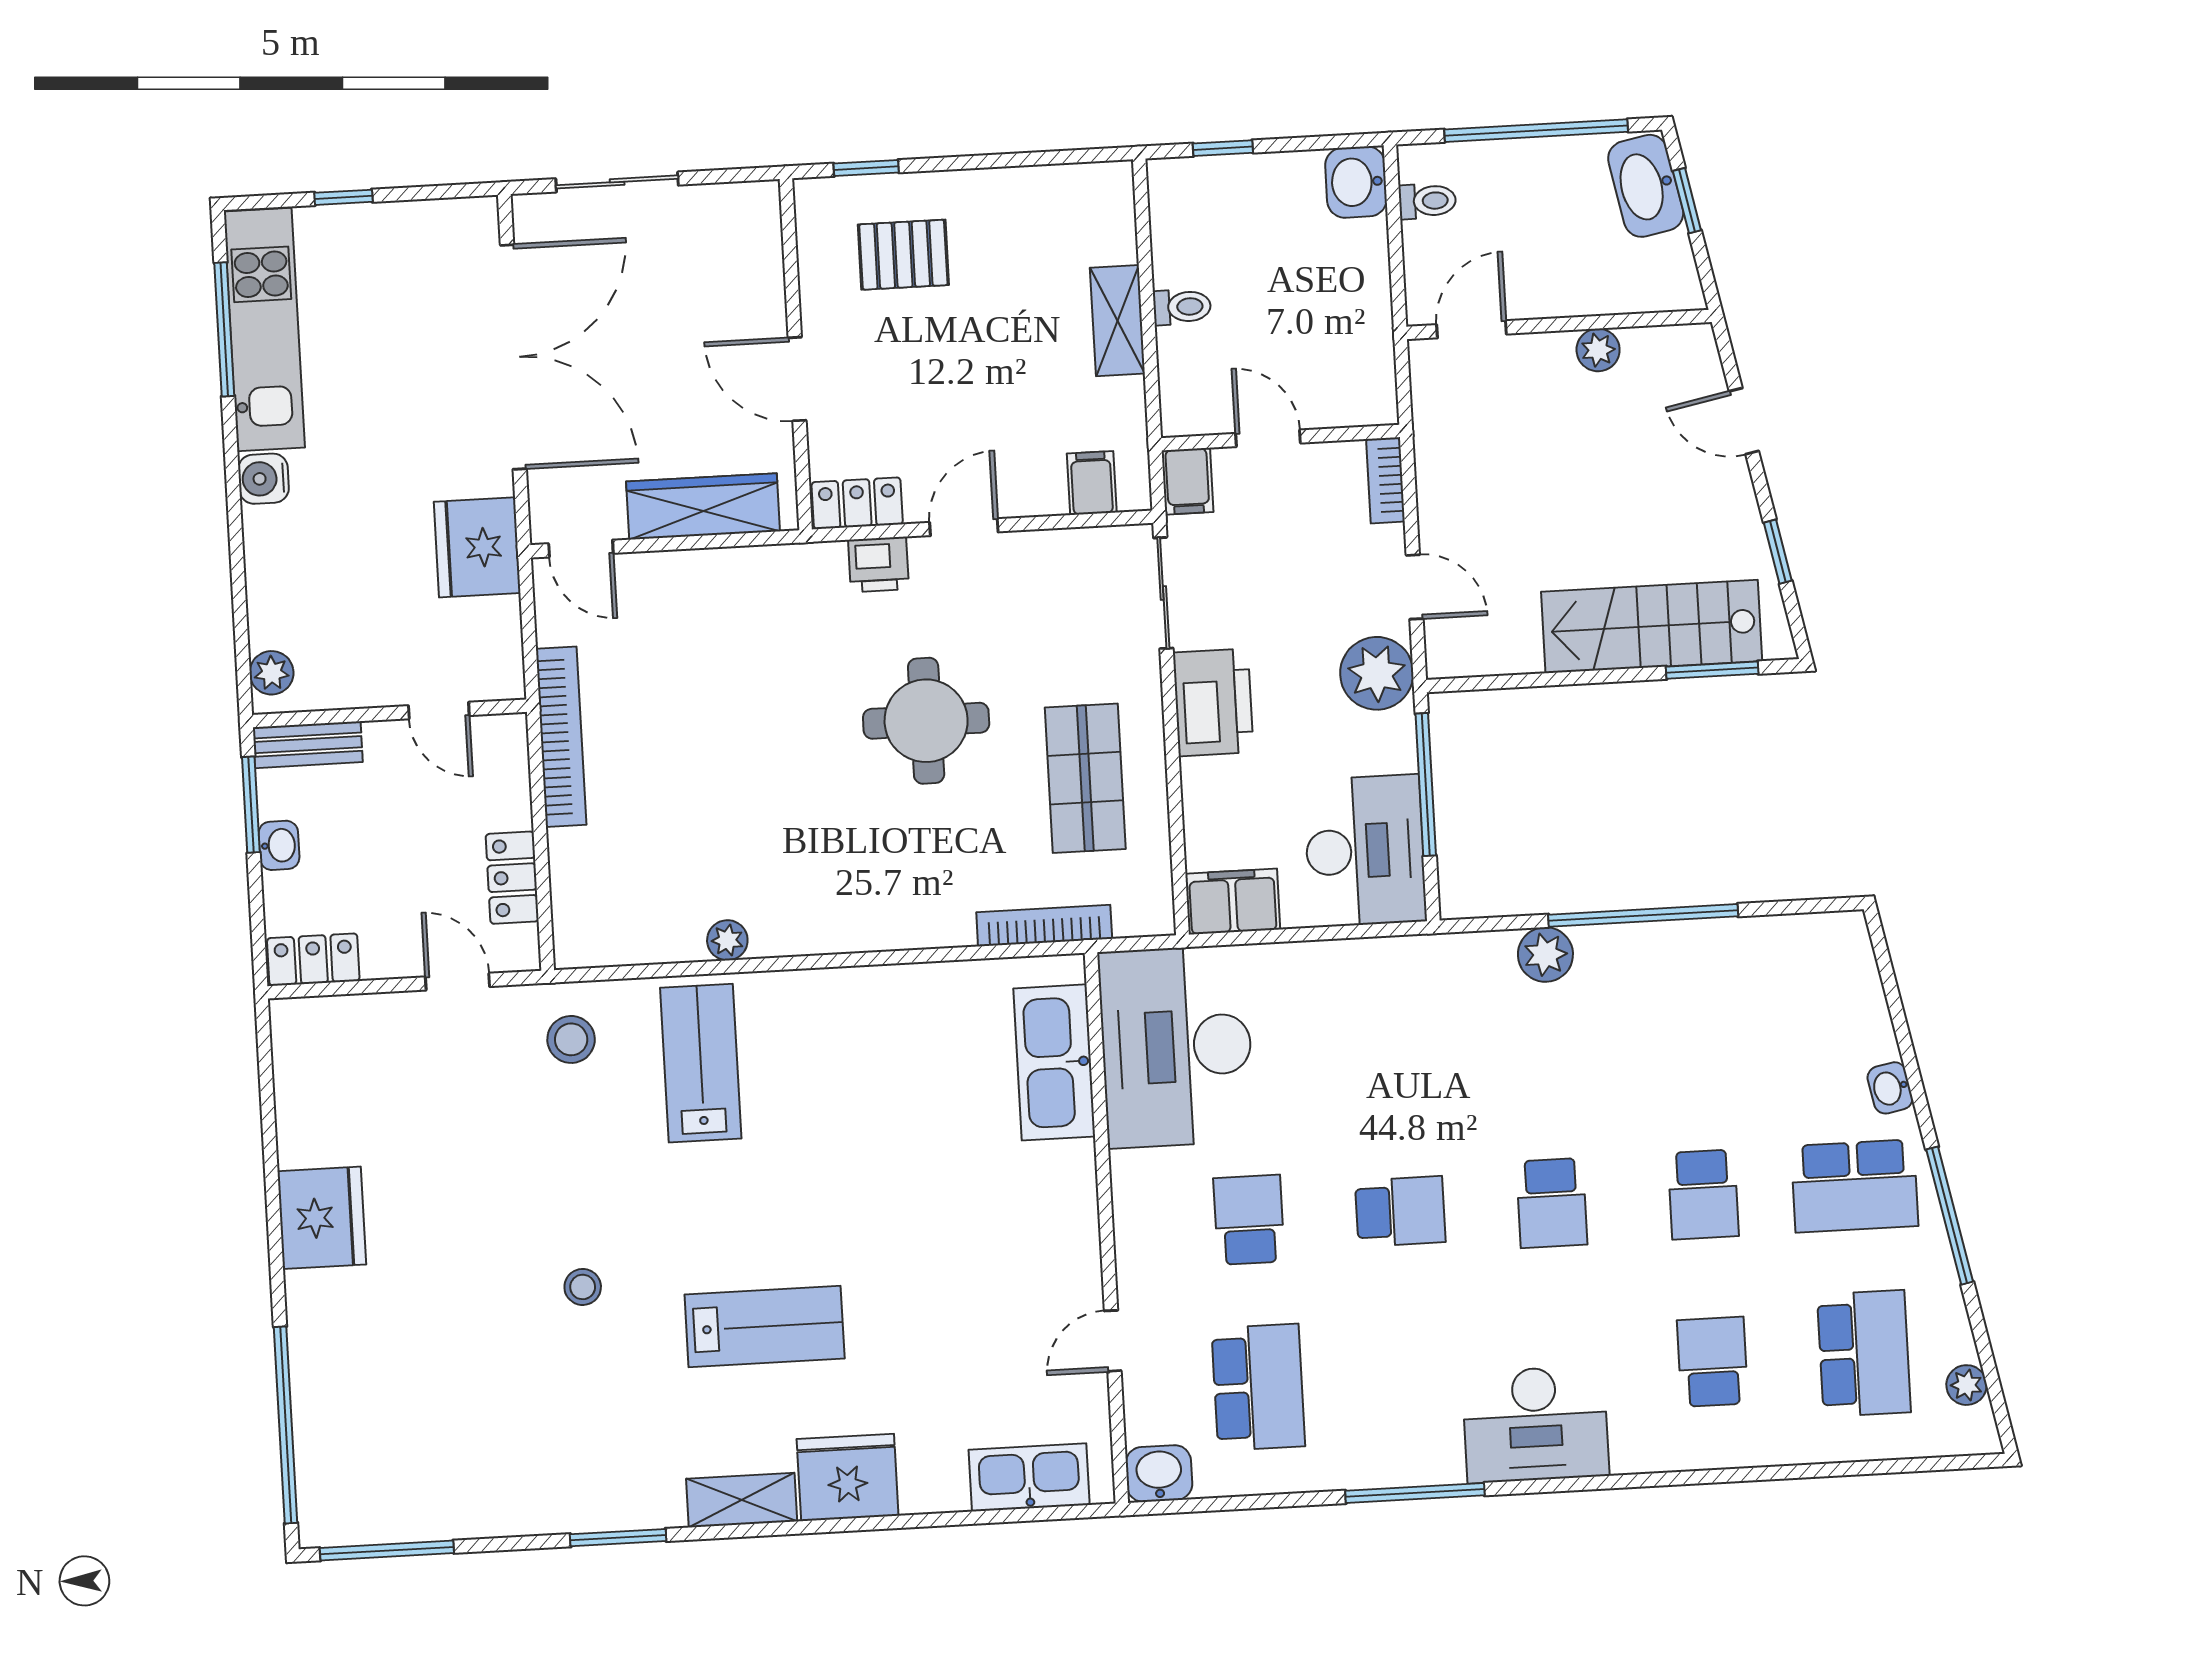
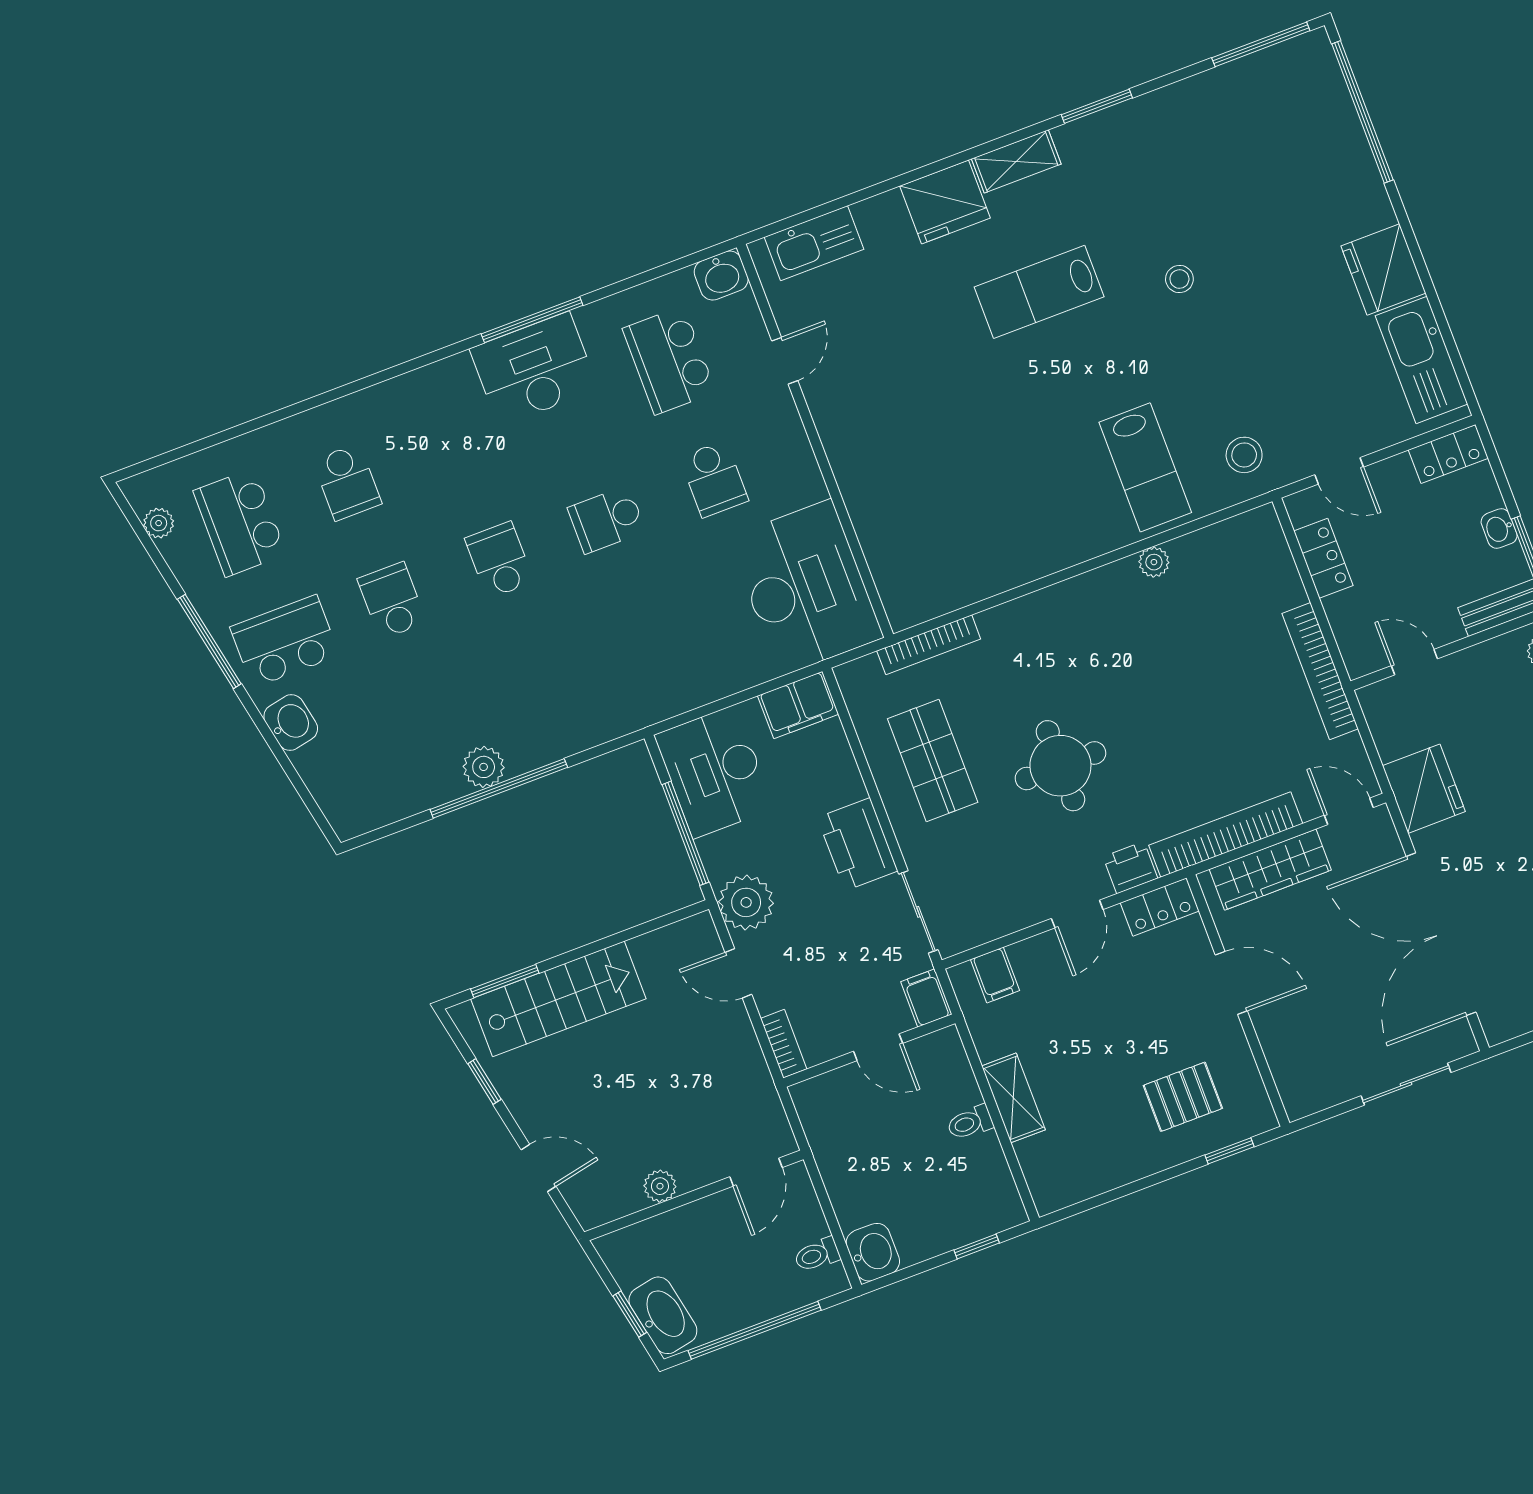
bookcase: (745, 568) -> (1226, 834), added
plant: (1545, 954) -> (484, 767), moved
kitchen sink: (1054, 1062) -> (1422, 360), moved, turned 180
washbasin: (1890, 1088) -> (291, 723), width x1.38, depth x1.45
desk: (1535, 1424) -> (534, 369), moved

